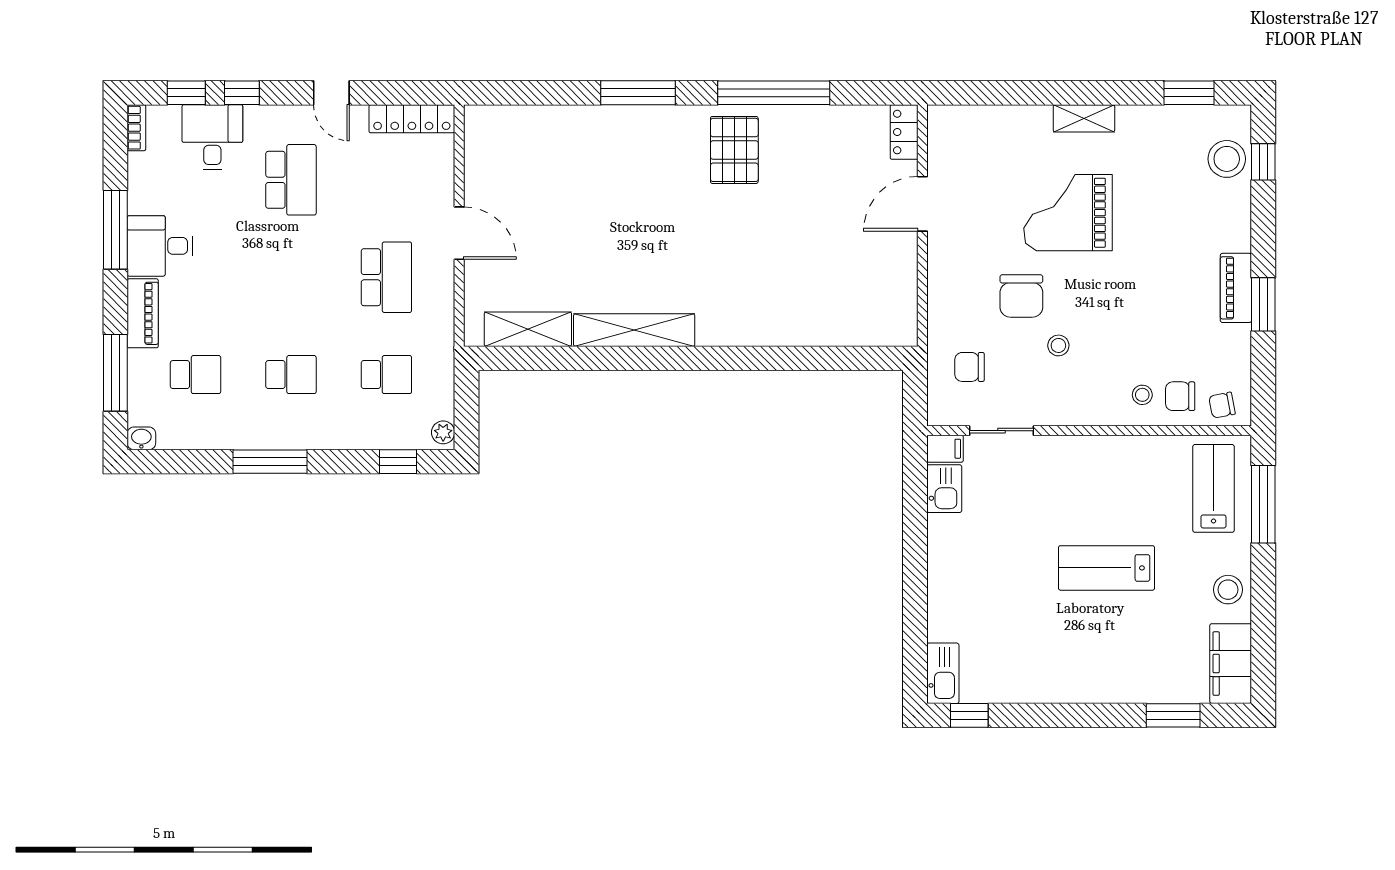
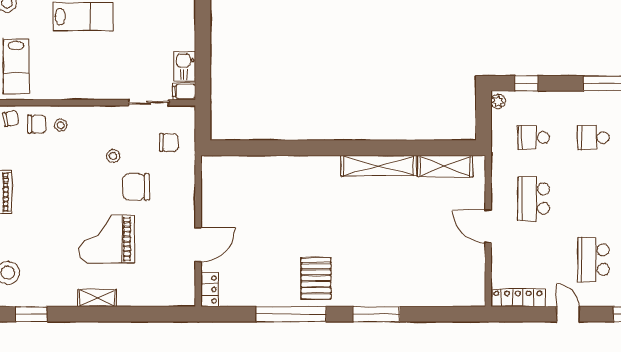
grand piano: (1068, 213) -> (107, 239), turned 180
chair: (1021, 296) -> (136, 187), turned -90

